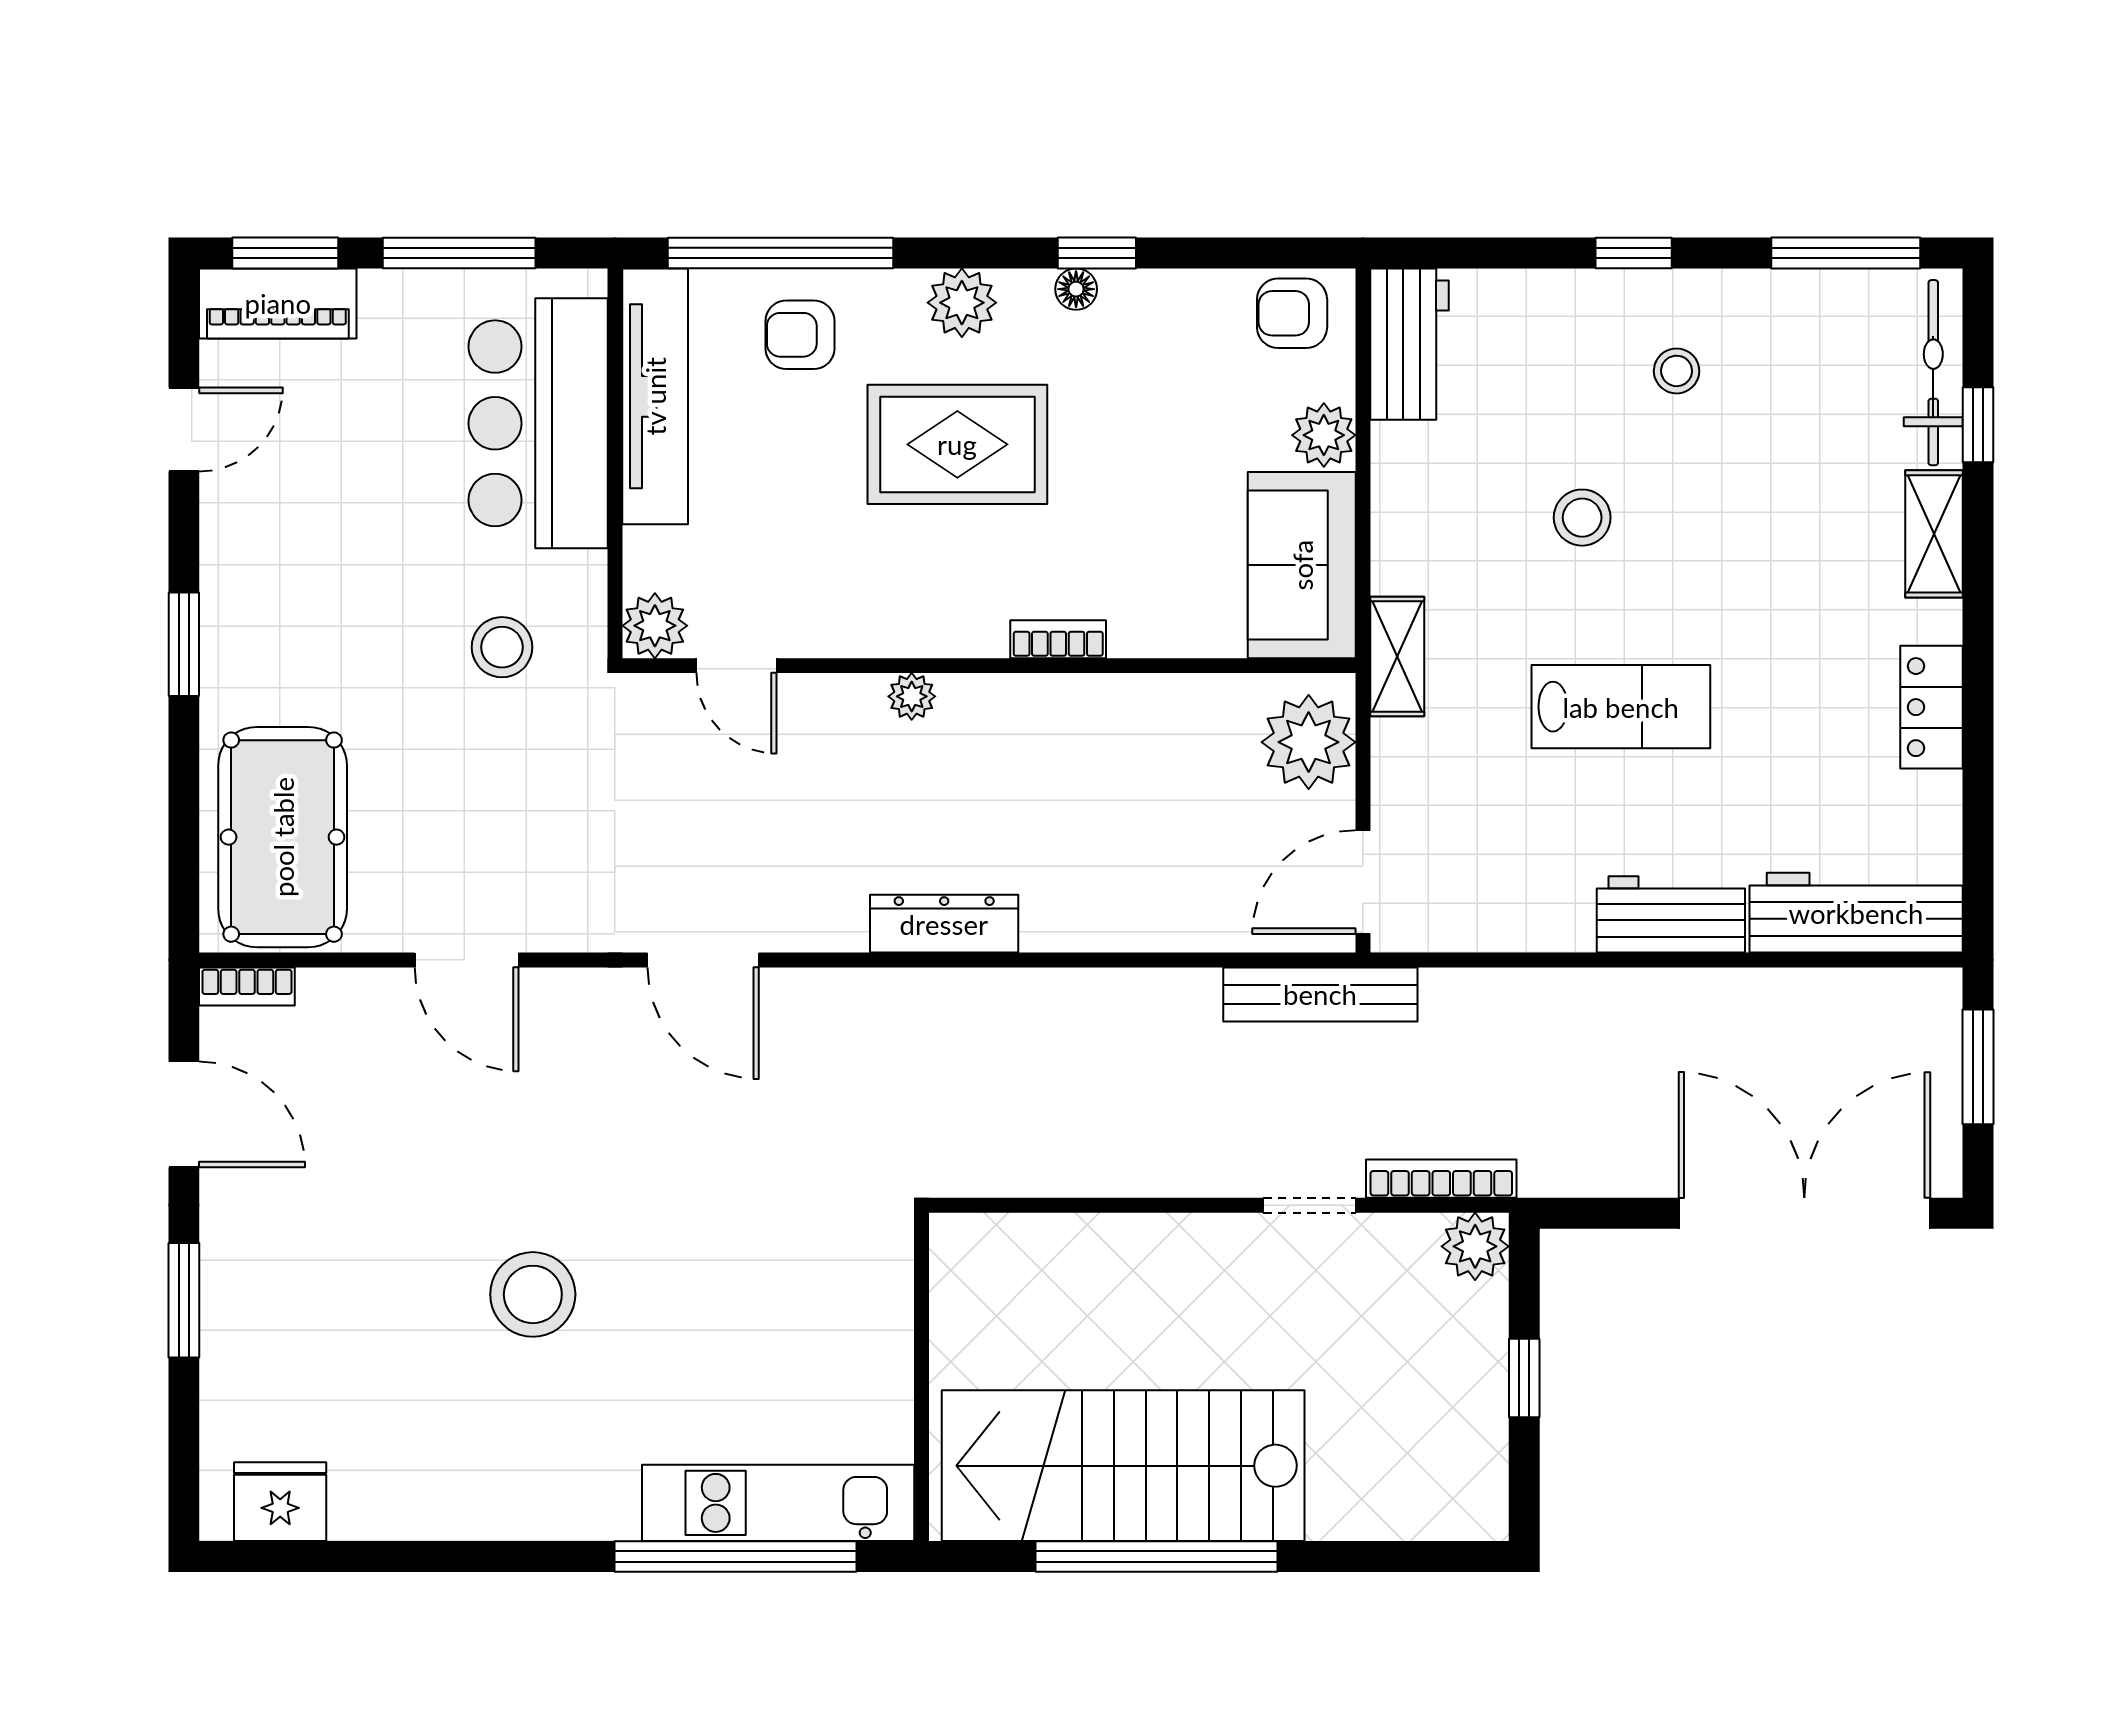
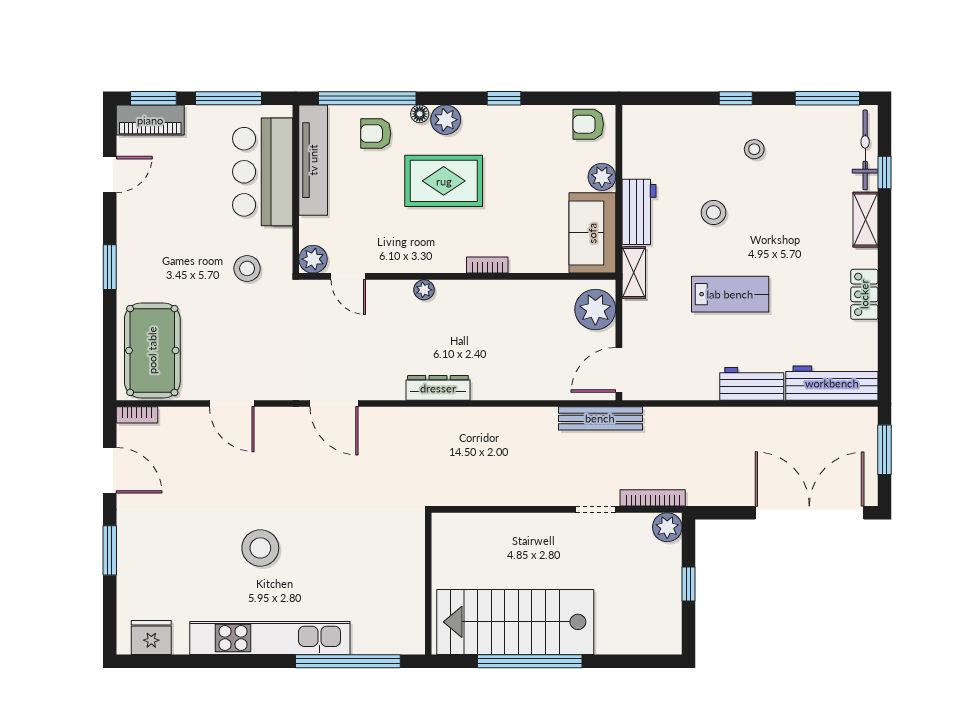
floor lamp: (1076, 289) -> (420, 114), moved
workbench: (1409, 344) -> (639, 212), moved
kitchen unit: (778, 1503) -> (270, 638), moved, width x1.36

